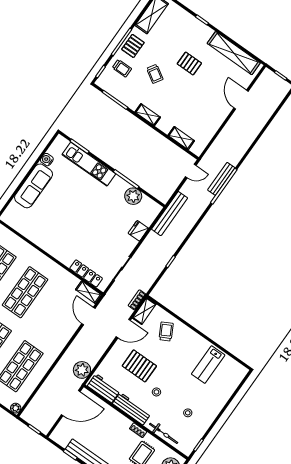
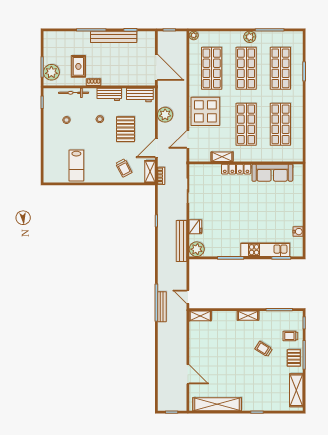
pallet: (189, 63) -> (244, 374), removed
shelving: (181, 138) -> (200, 316), moved
door: (191, 171) -> (188, 297), hinge flipped
sofa: (34, 186) -> (272, 173), moved, turned -90
plant: (133, 196) -> (197, 249), moved
bench: (170, 214) -> (182, 241), moved
locker: (86, 273) -> (236, 169), moved
shelving: (89, 292) -> (222, 157), moved
door: (88, 316) -> (188, 139), swing flipped
display table: (54, 331) -> (205, 111), added
lab bench: (208, 365) -> (76, 165), turned 180
pallet: (139, 366) -> (126, 129), turned 90
plant: (82, 370) -> (165, 115), moved
door: (71, 403) -> (156, 67), swing flipped
workbench: (132, 409) -> (109, 94), width x0.73

